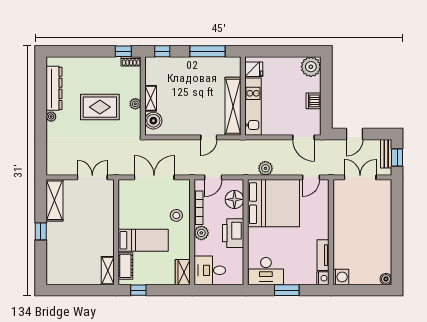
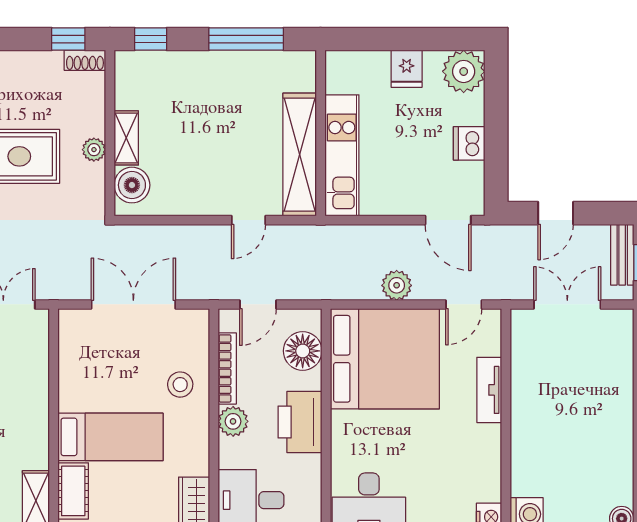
fridge: (254, 69) -> (407, 69), moved, turned 90
plant: (265, 168) -> (397, 285), moved
tv unit: (323, 255) -> (489, 390), moved

